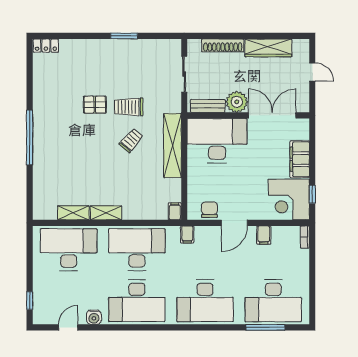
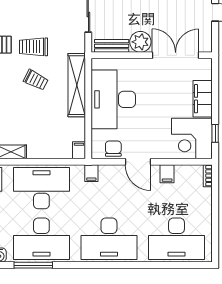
trolley: (131, 140) -> (36, 80), turned 76
desk: (217, 141) -> (113, 99), moved, turned -90
door: (234, 223) -> (138, 162), hinge flipped
window: (265, 327) -> (33, 265), moved

